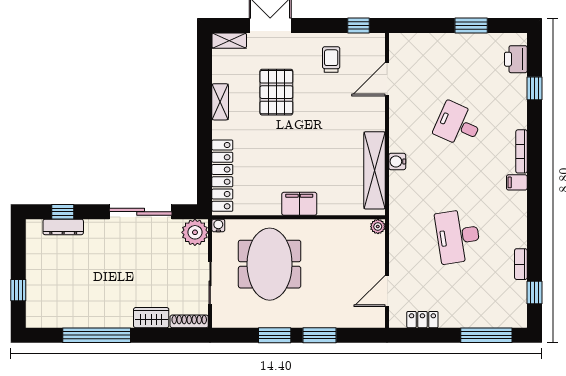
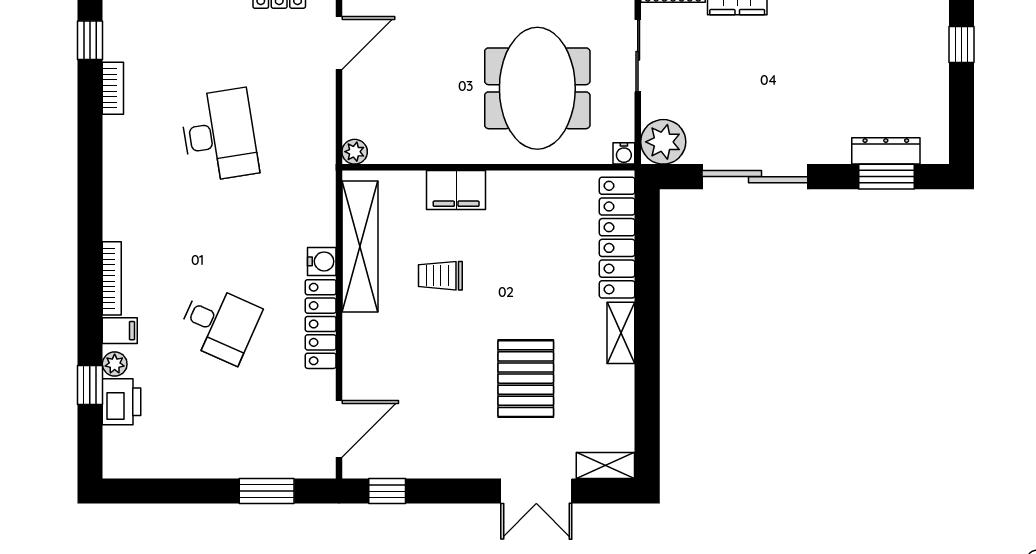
window: (471, 26) -> (267, 491), moved
printer: (516, 59) -> (122, 402), moved
trolley: (331, 60) -> (440, 276), moved, turned 90
door: (387, 79) -> (339, 429), moved
plant: (520, 101) -> (115, 364), added
shelving: (220, 102) -> (621, 333), moved
locker: (398, 124) -> (321, 324), added
filing cabinet: (517, 182) -> (120, 331), moved
filing cabinet: (299, 204) -> (456, 190), moved
window: (63, 212) -> (886, 177), width x1.50

